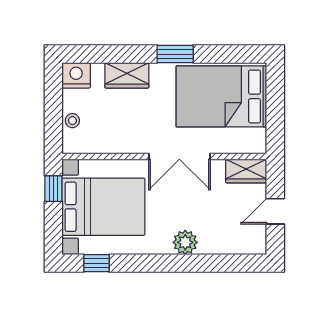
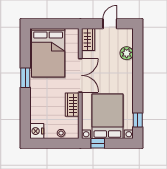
wardrobe: (127, 75) -> (72, 105), moved, turned 180
door: (275, 211) -> (110, 24), swing flipped
plant: (185, 242) -> (127, 53), moved

